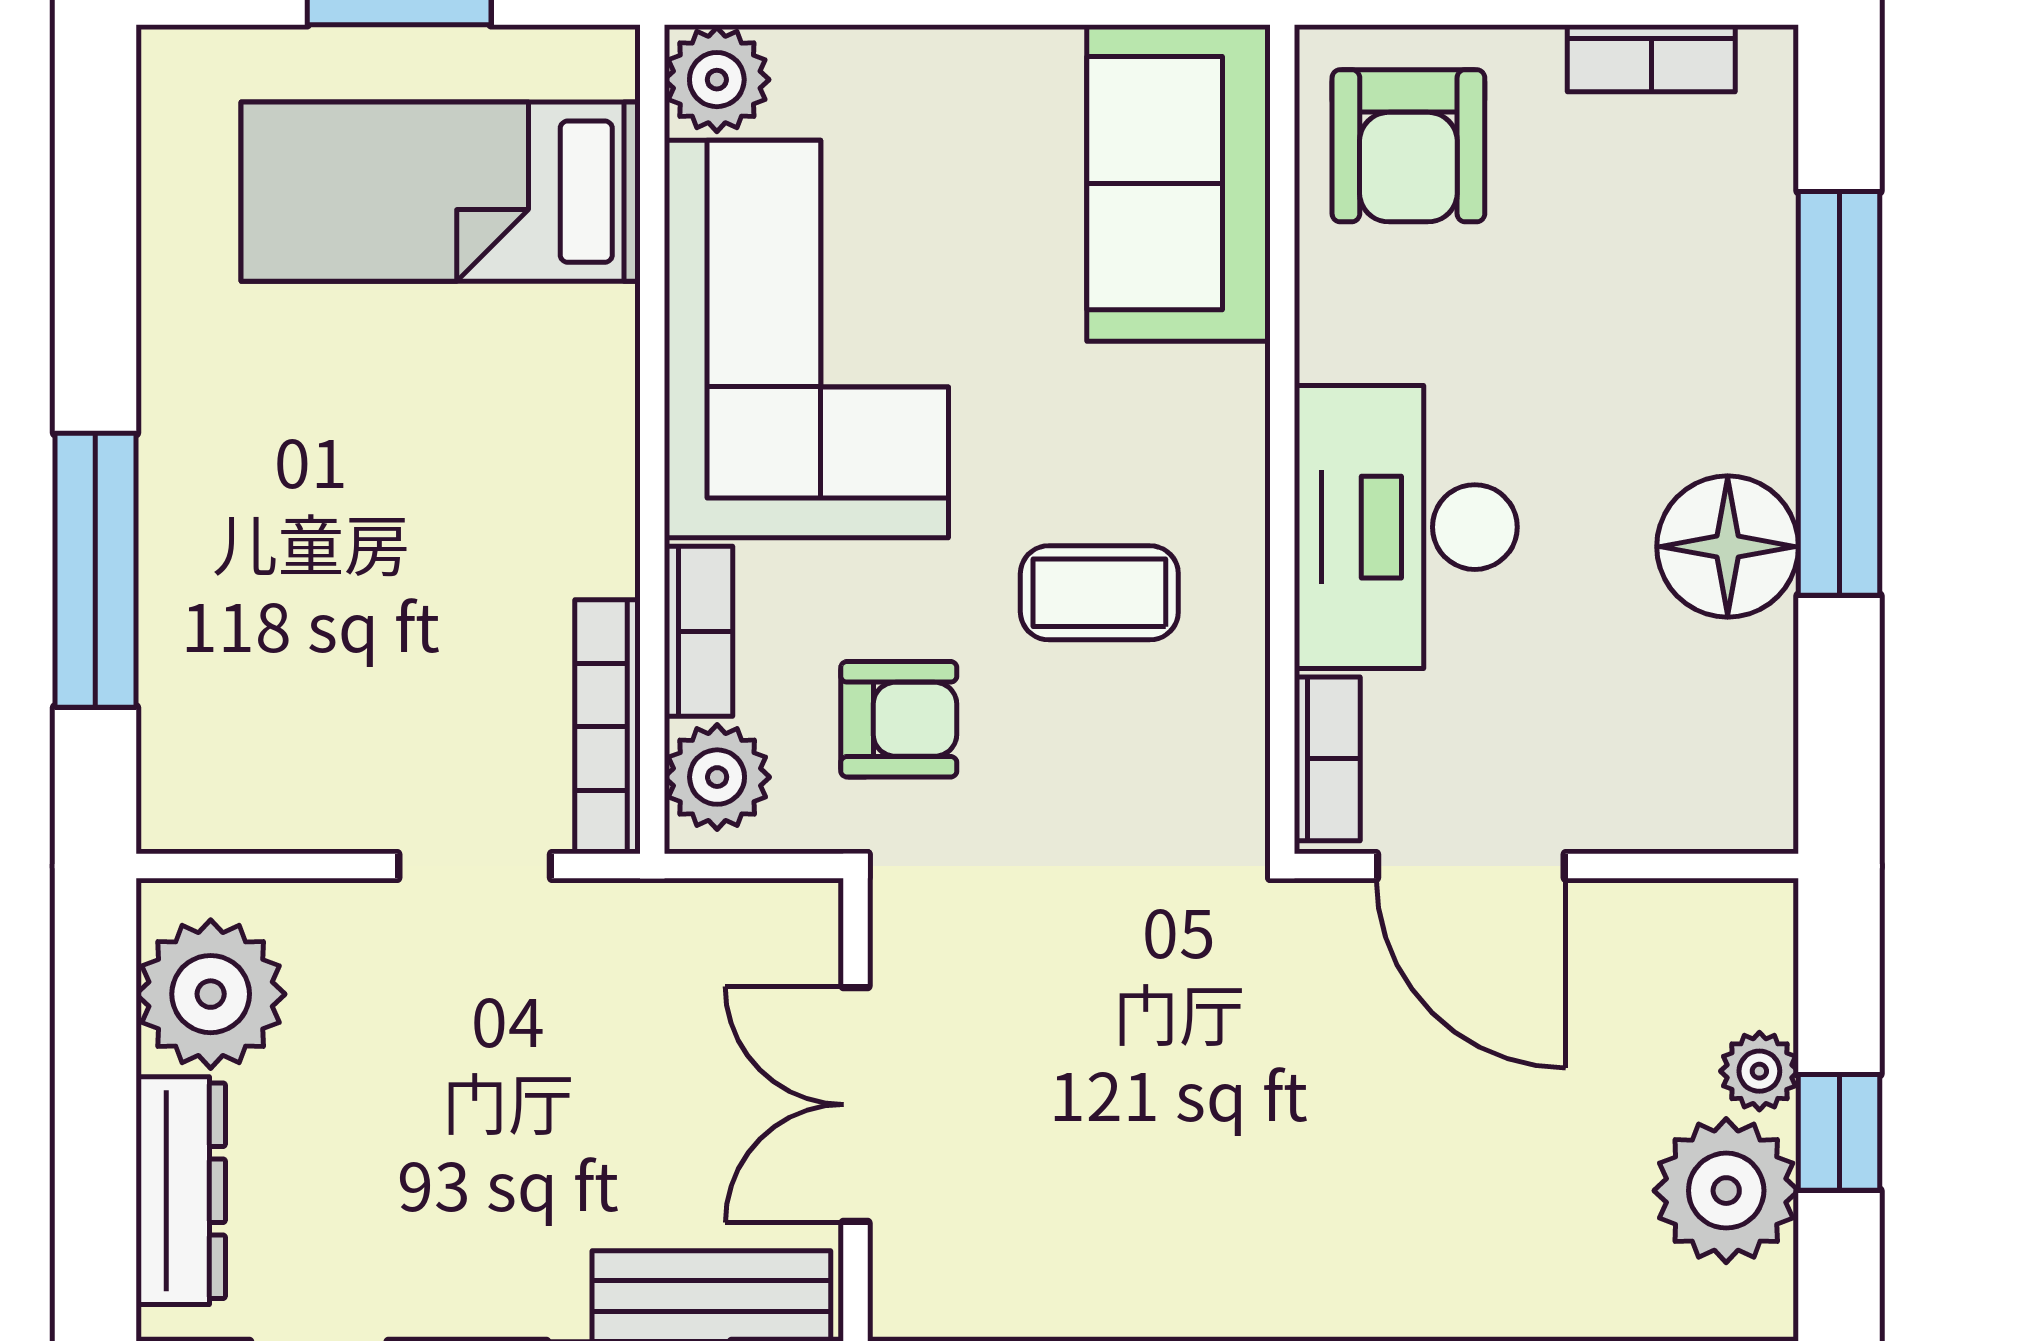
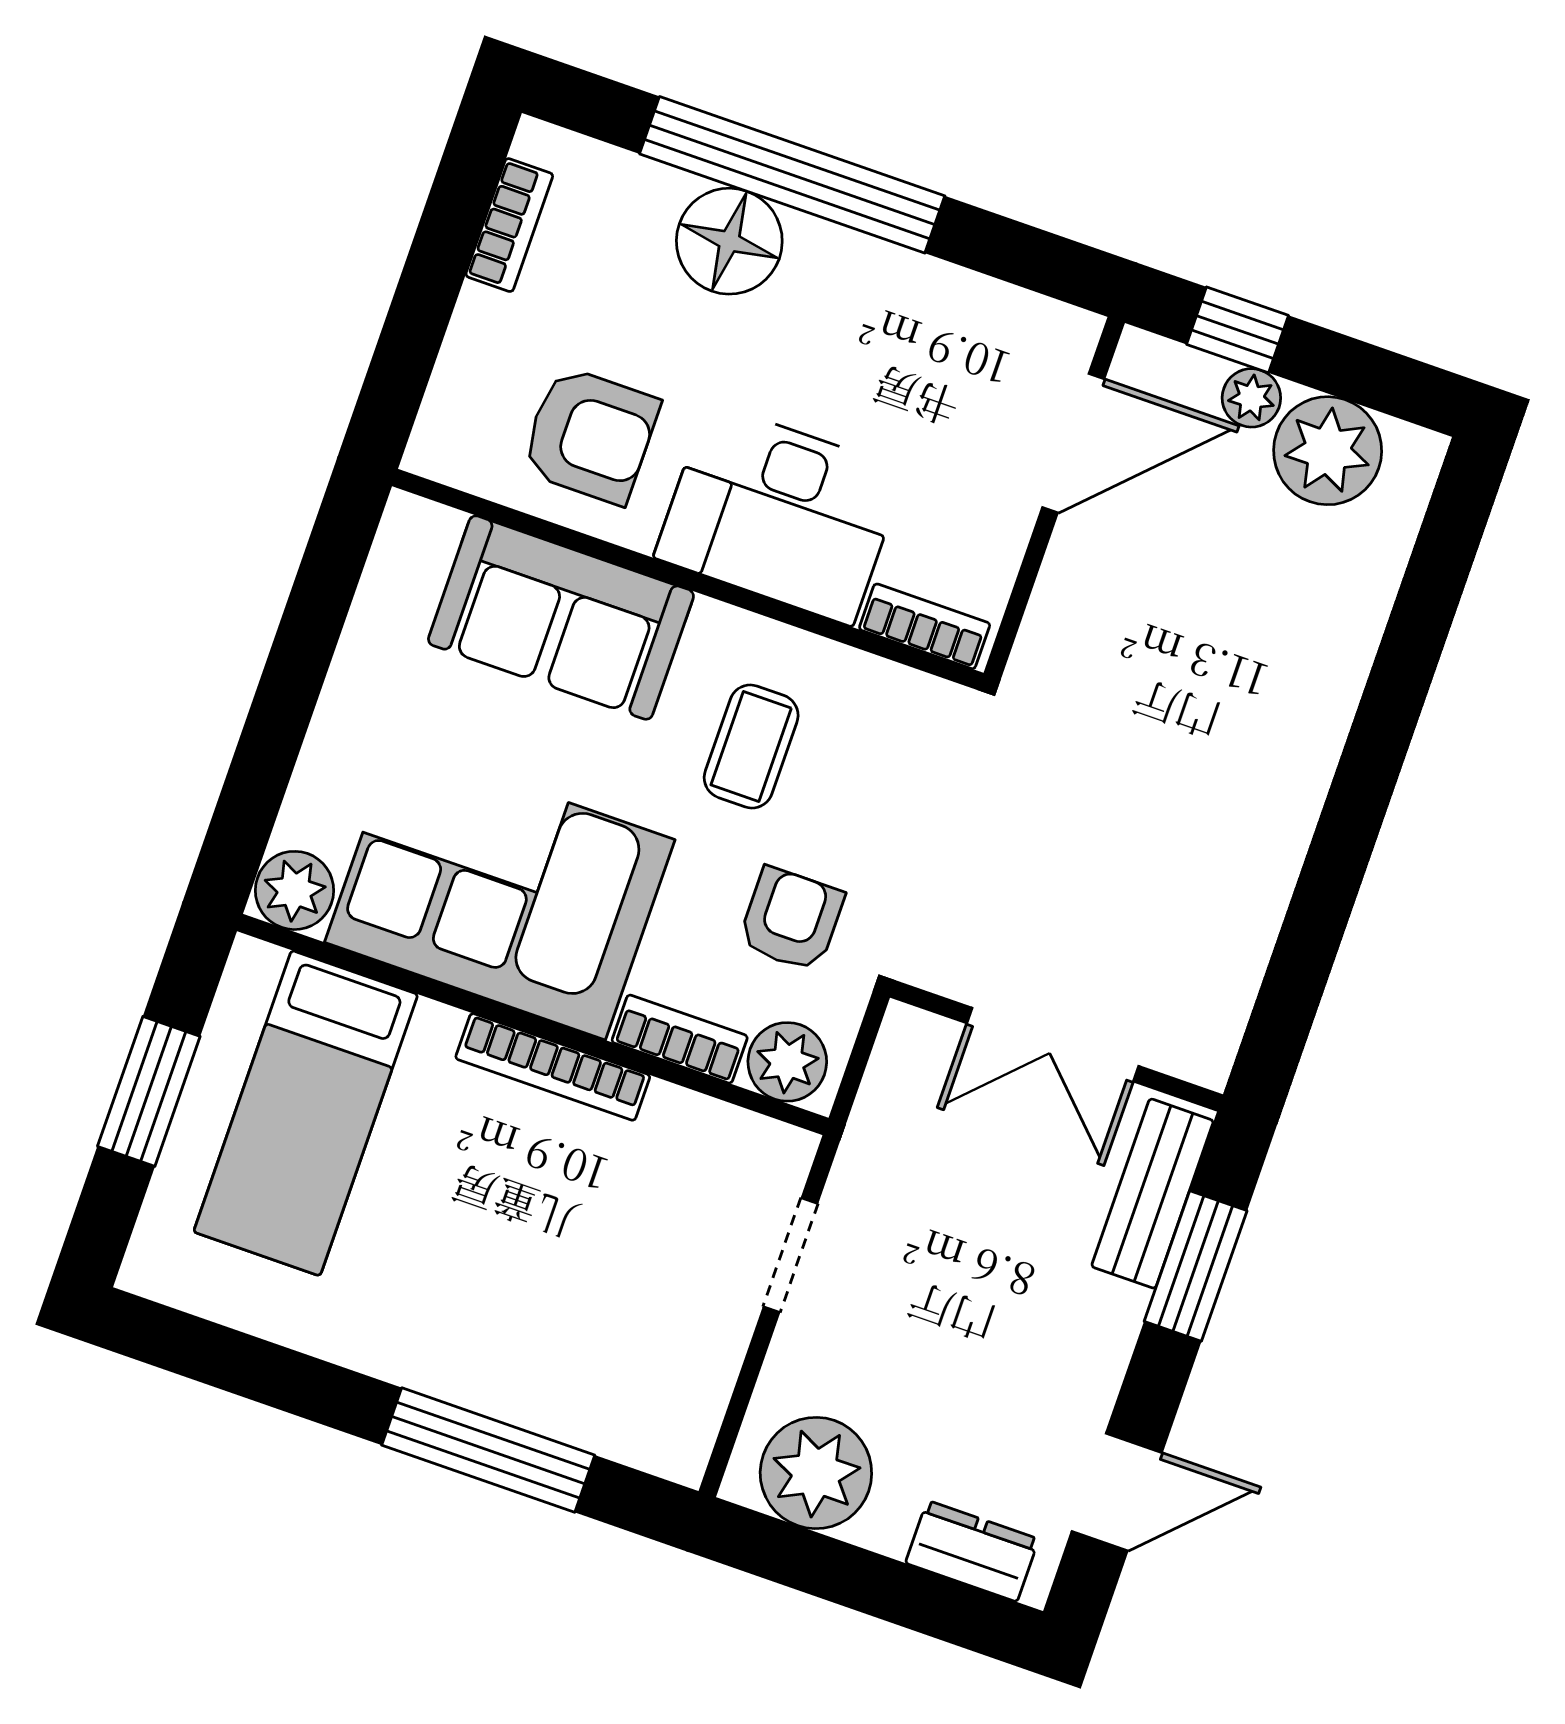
armchair: (1408, 146) -> (590, 435), moved
sofa: (1178, 183) -> (561, 618), moved
floor lamp: (1728, 547) -> (729, 241), moved
bookcase: (608, 727) -> (553, 1067), moved
door: (1471, 866) -> (1073, 443), moved
window: (1839, 1132) -> (1237, 330), moved
dresser: (181, 1191) -> (972, 1551), width x0.70

